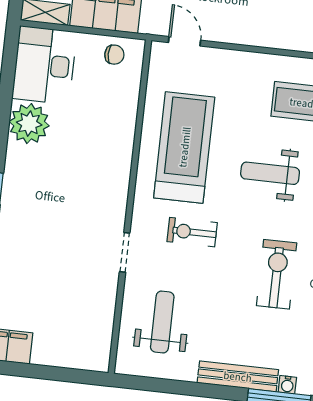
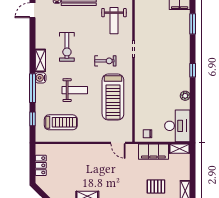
plant: (29, 124) -> (185, 96), width x0.53, depth x0.53

